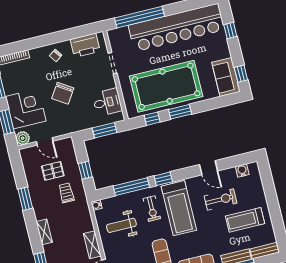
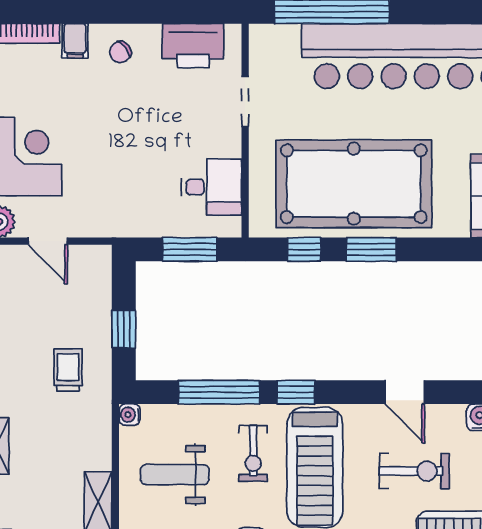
filing cabinet: (36, 55) -> (75, 41), added
chair: (63, 93) -> (116, 142), removed
pallet: (53, 171) -> (50, 313), removed

